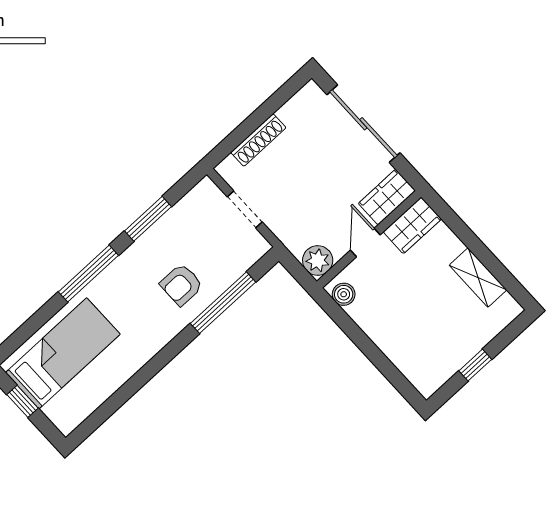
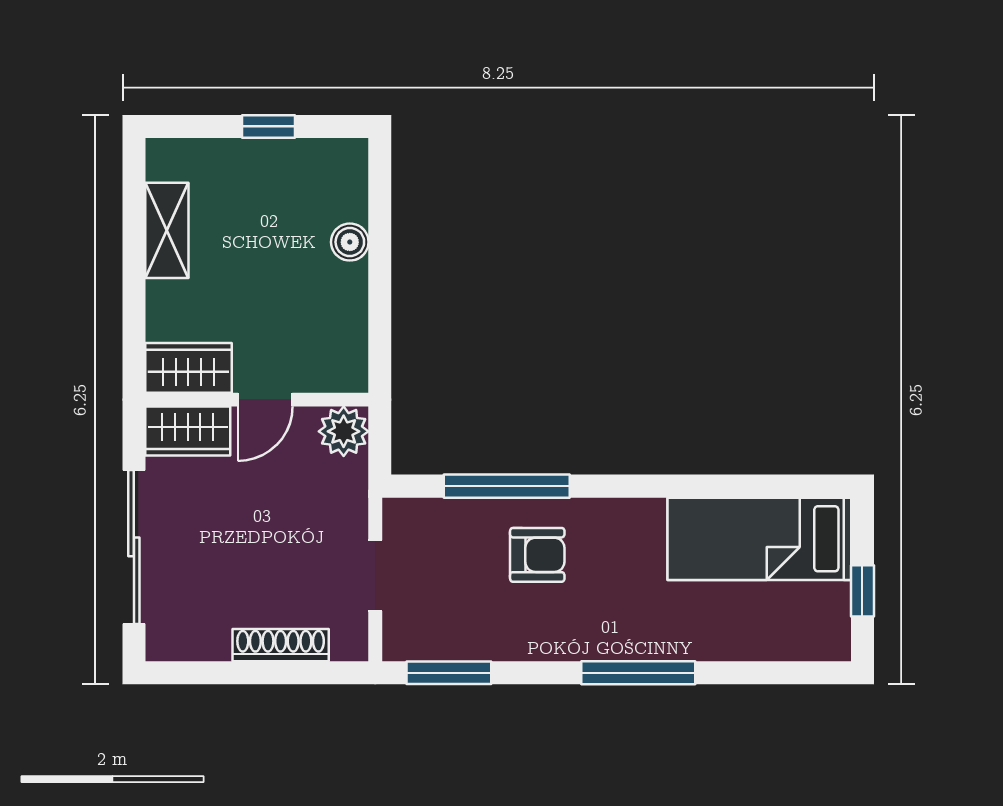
window: (148, 219) -> (449, 673), moved
boiler: (344, 294) -> (350, 242), moved
bed: (63, 353) -> (759, 539), moved

